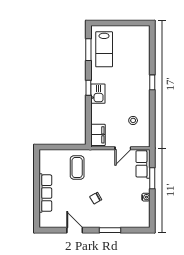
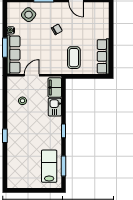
kitchen sink: (98, 94) -> (55, 107), moved
row of seats: (143, 164) -> (13, 55), width x1.48
row of seats: (45, 193) -> (103, 56), moved
side table: (126, 214) -> (29, 15), added

